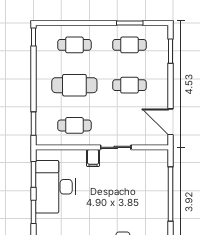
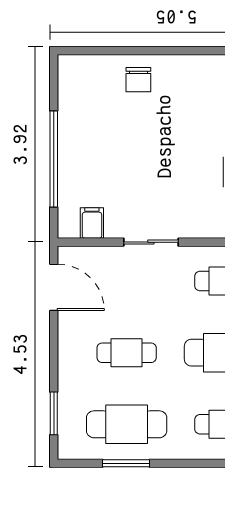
cafe table: (129, 45) -> (127, 424), width x1.37, depth x1.35
filing cabinet: (93, 158) -> (92, 223), moved

